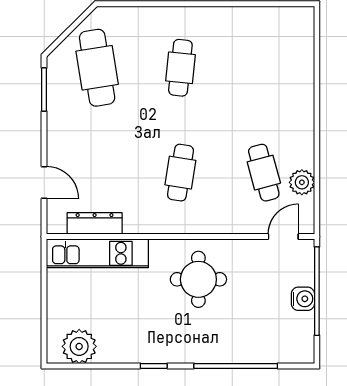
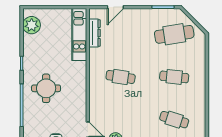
cafe table: (264, 173) -> (174, 120), moved, turned 33
round table: (198, 279) -> (46, 88), moved

